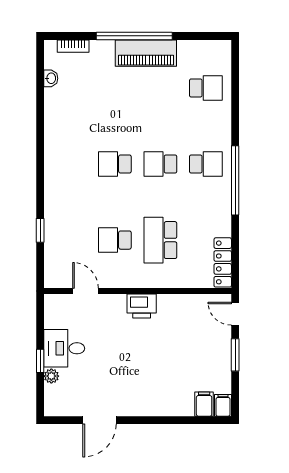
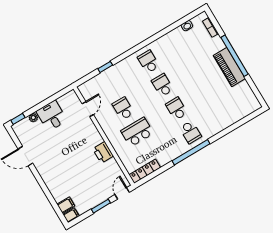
school desk: (206, 88) -> (148, 62), moved, turned 180
printer: (142, 306) -> (103, 152), moved
window: (40, 361) -> (18, 119), moved

